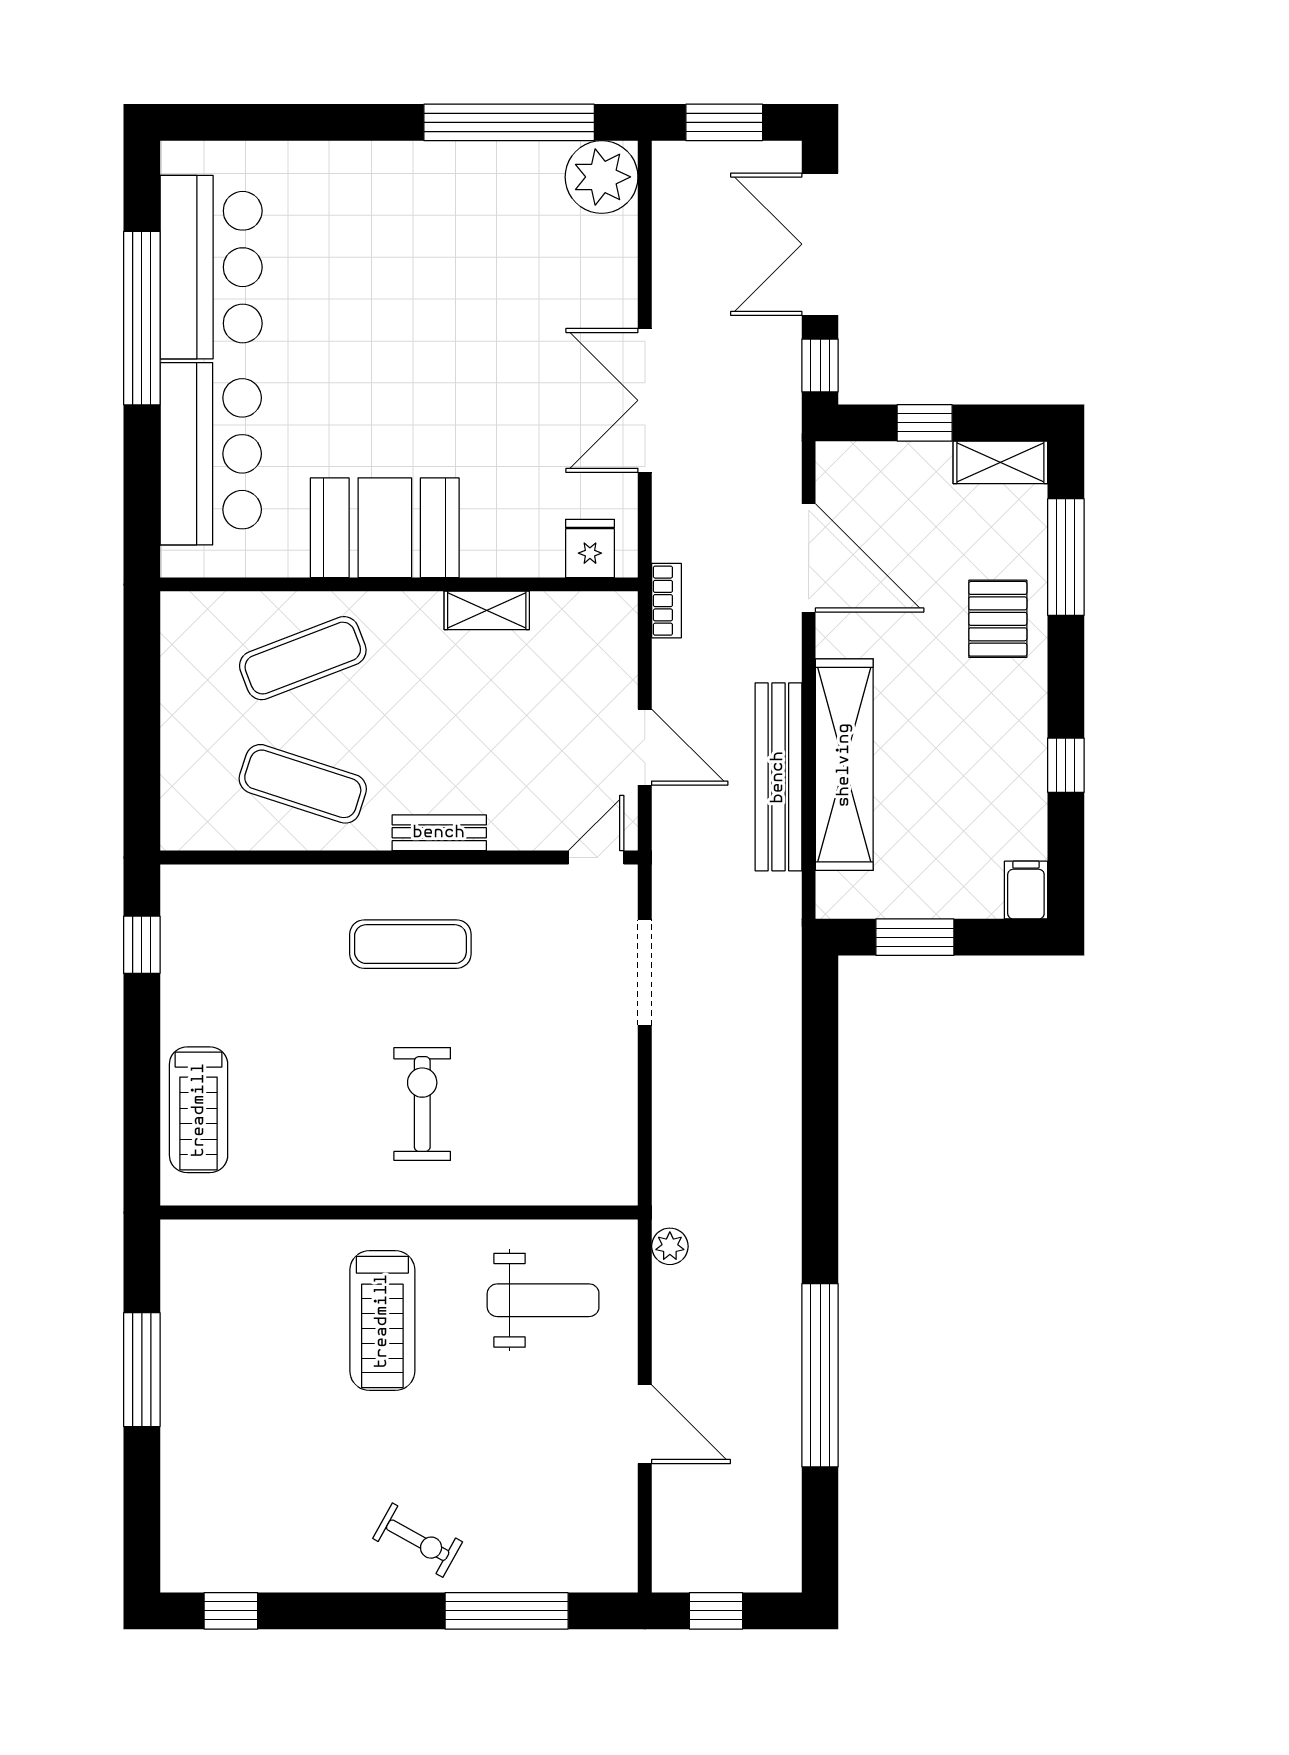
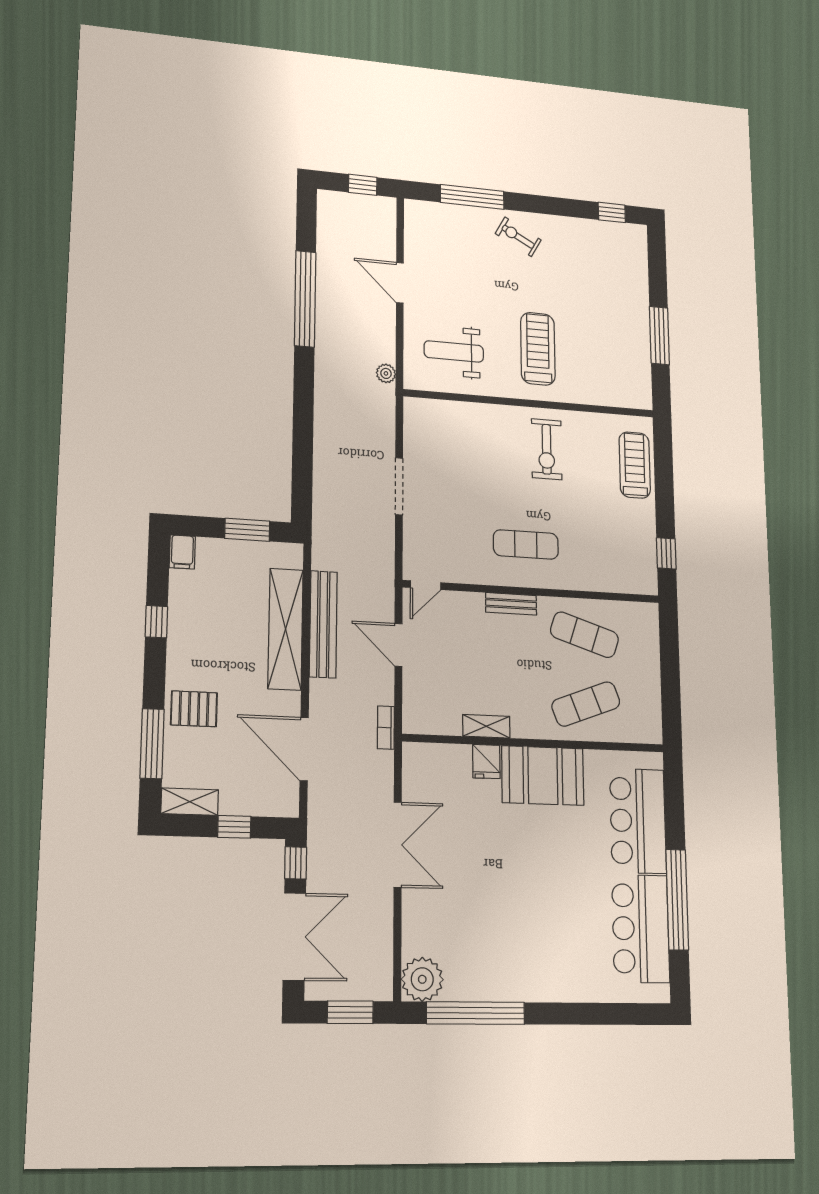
fridge: (590, 548) -> (486, 762), moved
pallet: (998, 619) -> (194, 709), turned 90
doorway: (645, 972) -> (399, 486), moved
exercise bike: (422, 1104) -> (547, 449), moved

